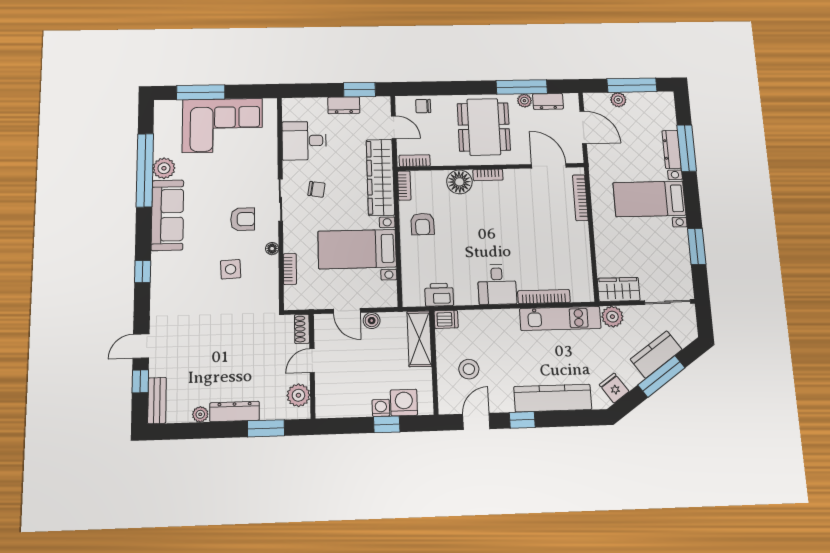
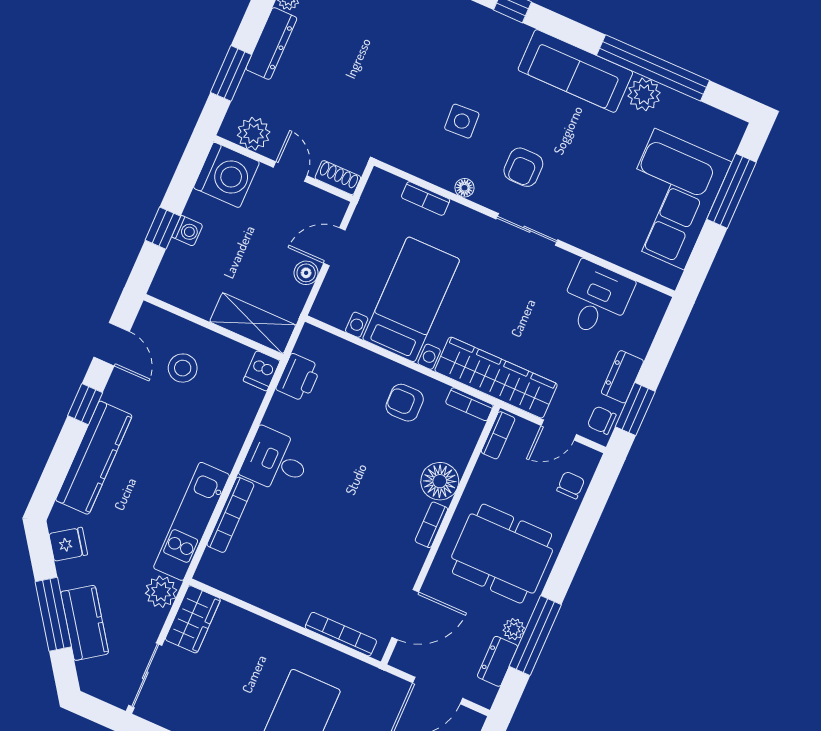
chair: (316, 189) -> (602, 420), moved, turned 81
washing machine: (404, 403) -> (226, 175), moved, width x1.37, depth x1.37

